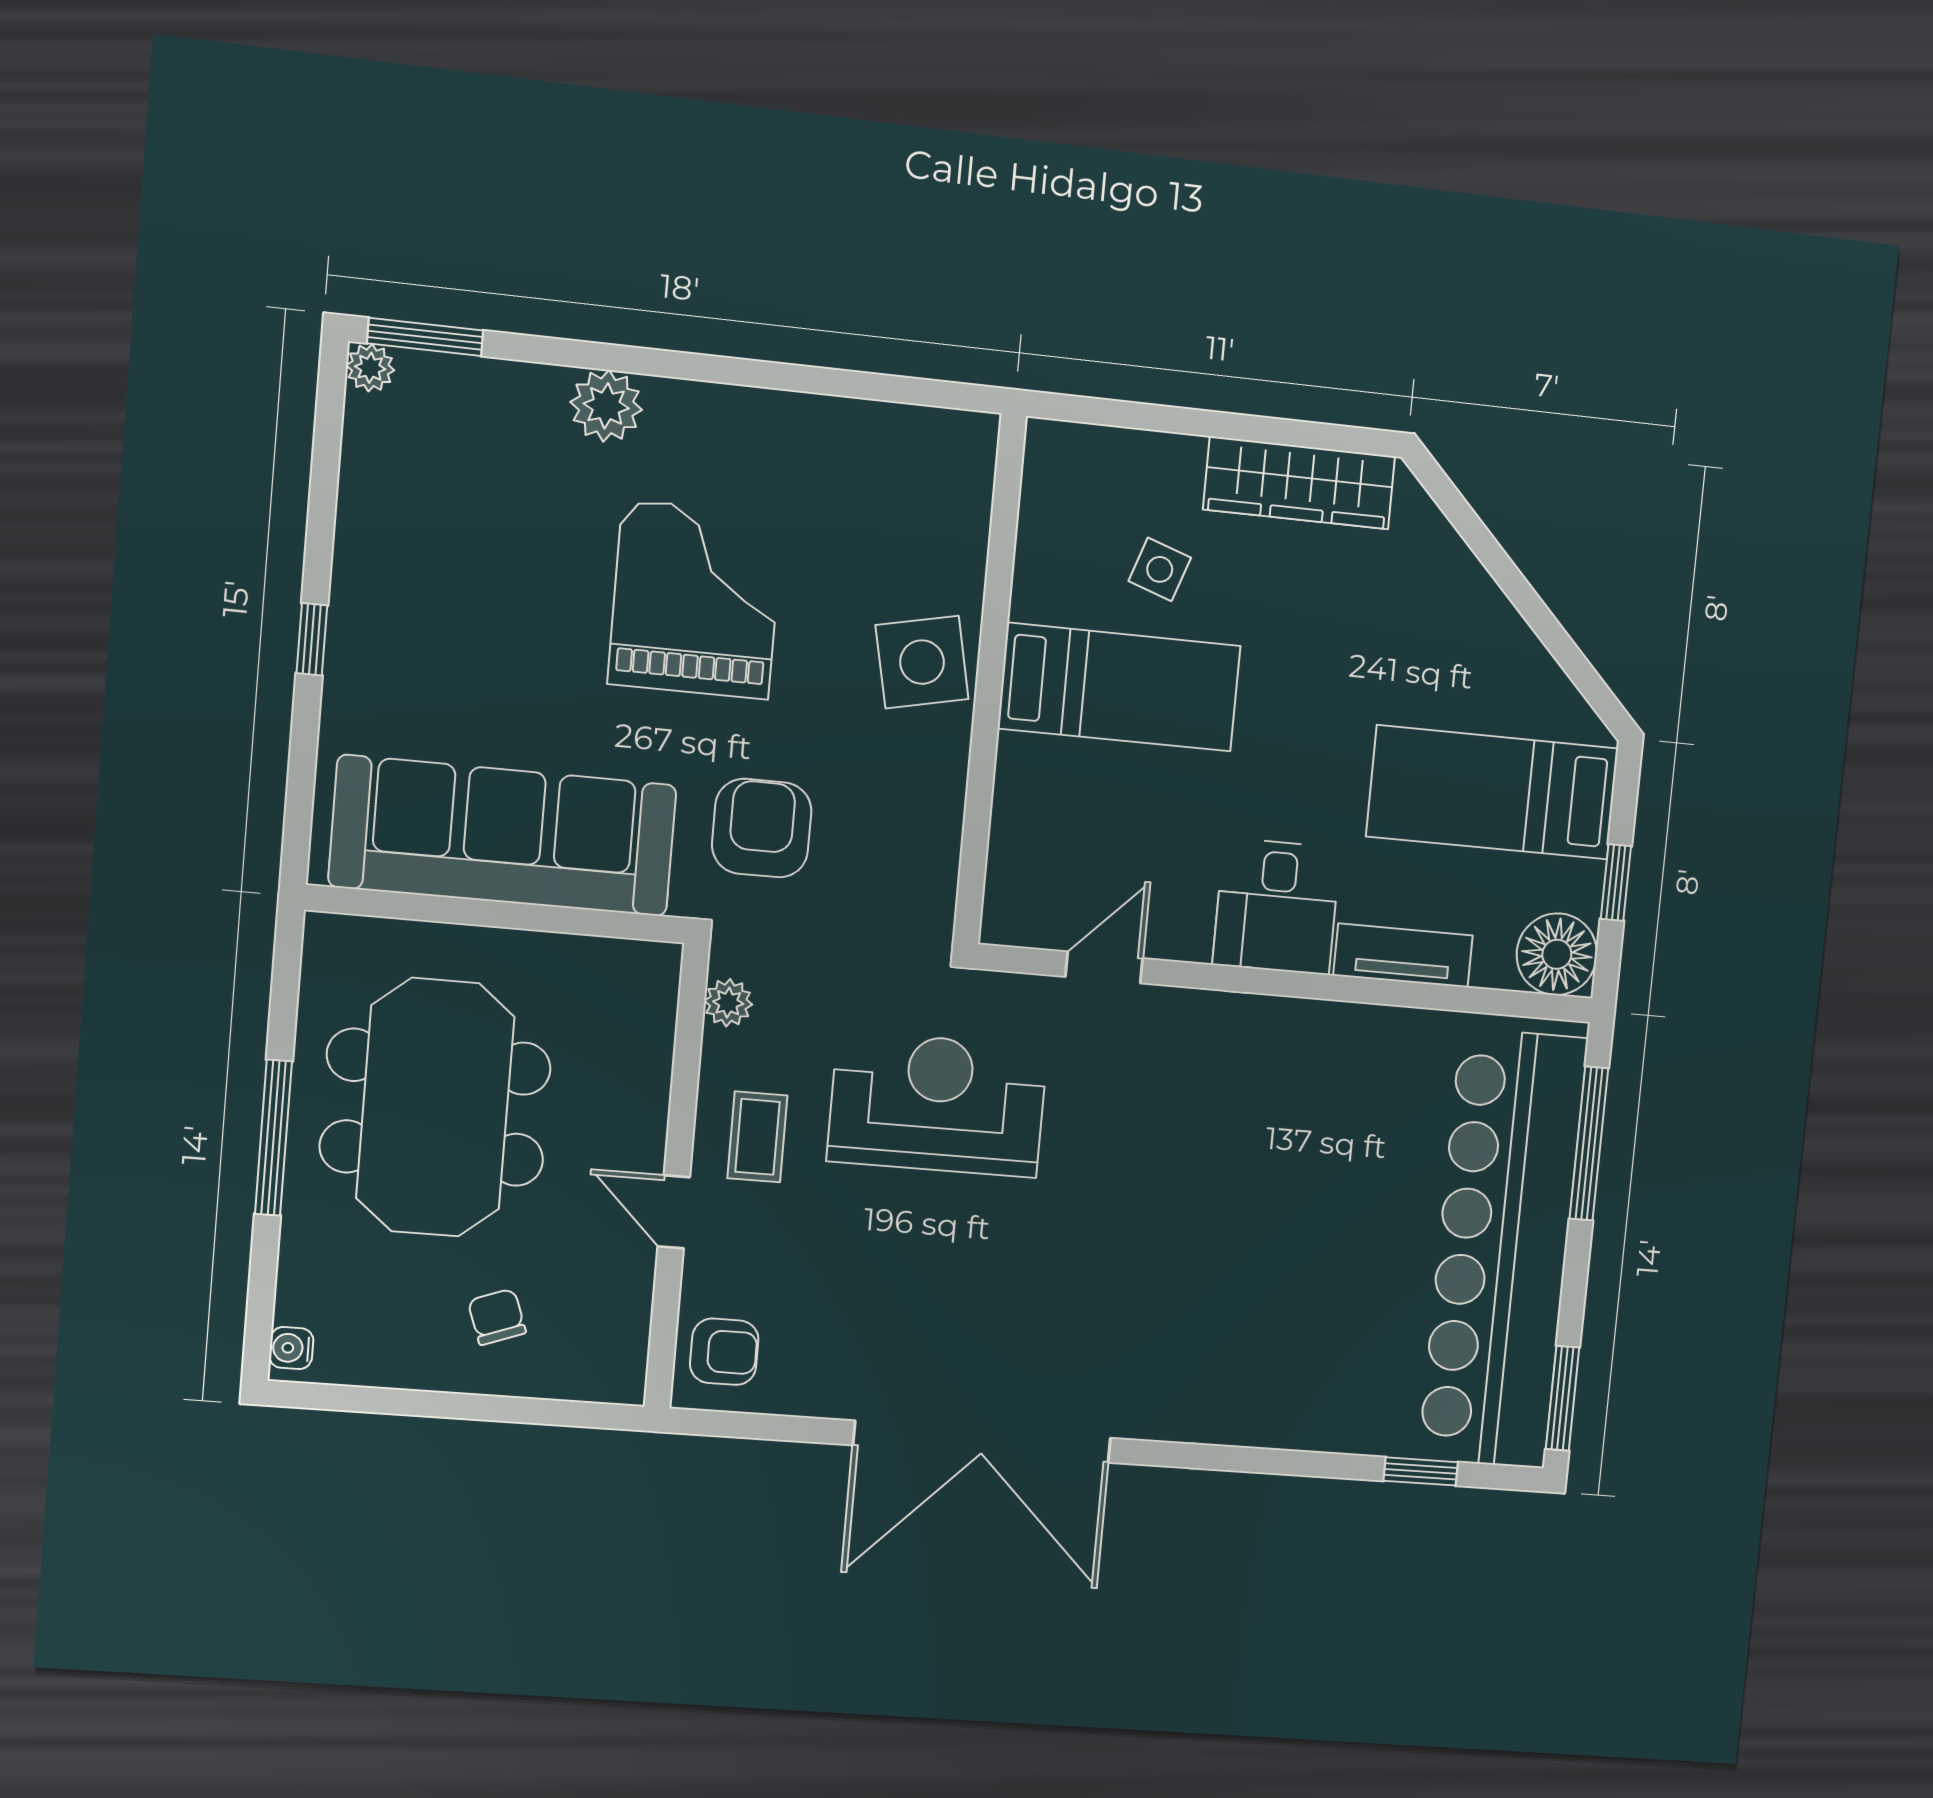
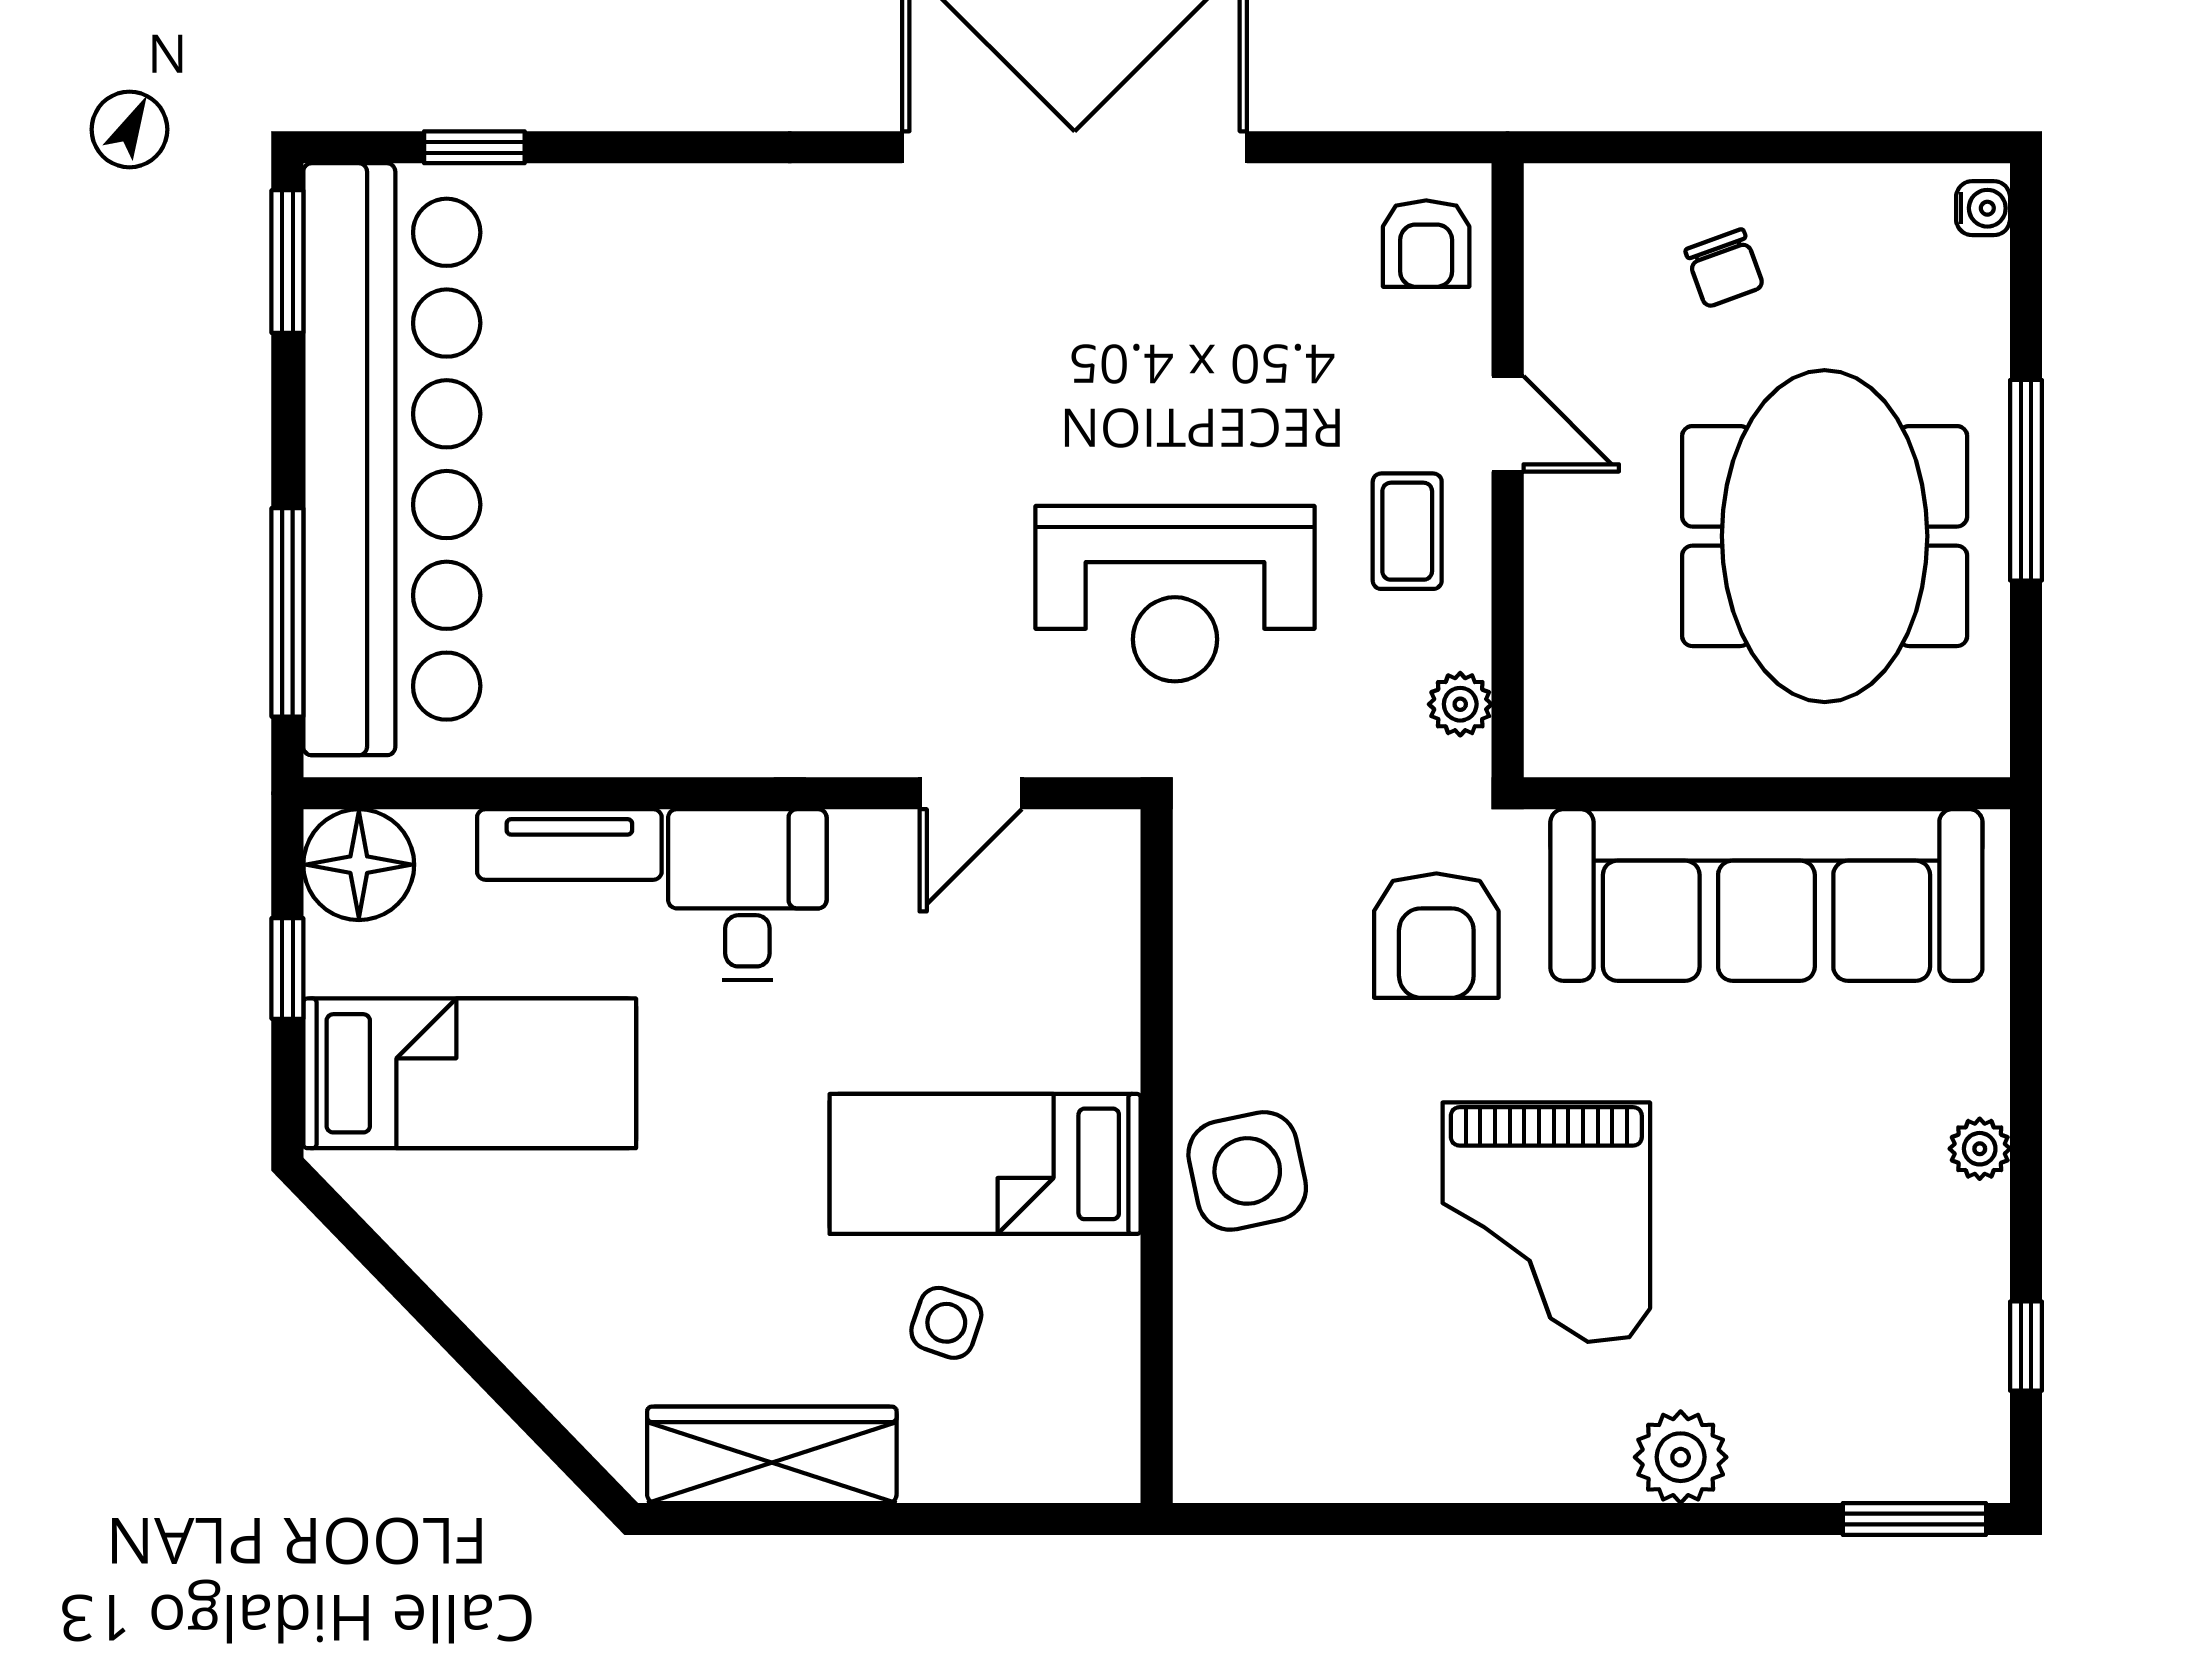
plant: (370, 368) -> (1980, 1149), moved
window: (312, 639) -> (2026, 1346), moved
armchair: (724, 1352) -> (1426, 244), turned -90

